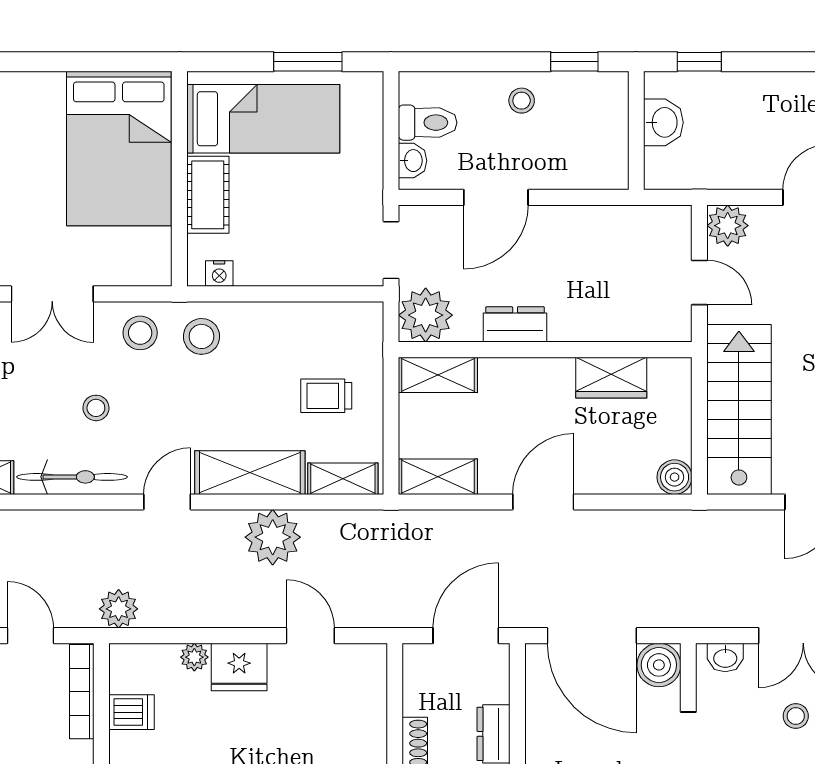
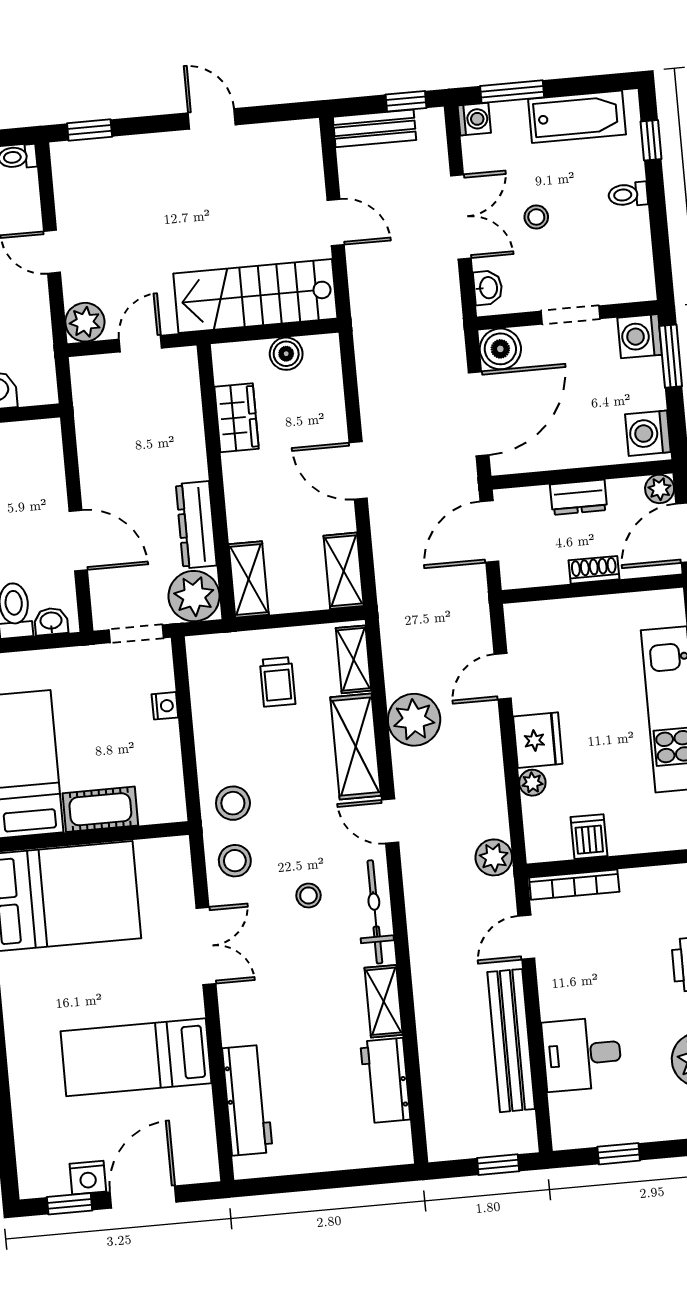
nightstand: (219, 274) -> (165, 706), moved
dresser: (515, 324) -> (196, 525), width x1.44
boiler: (675, 477) -> (286, 354), moved
door: (466, 636) -> (489, 531), hinge flipped

